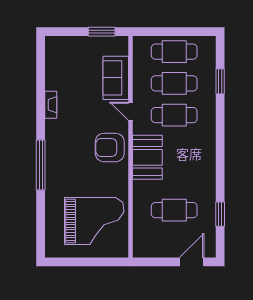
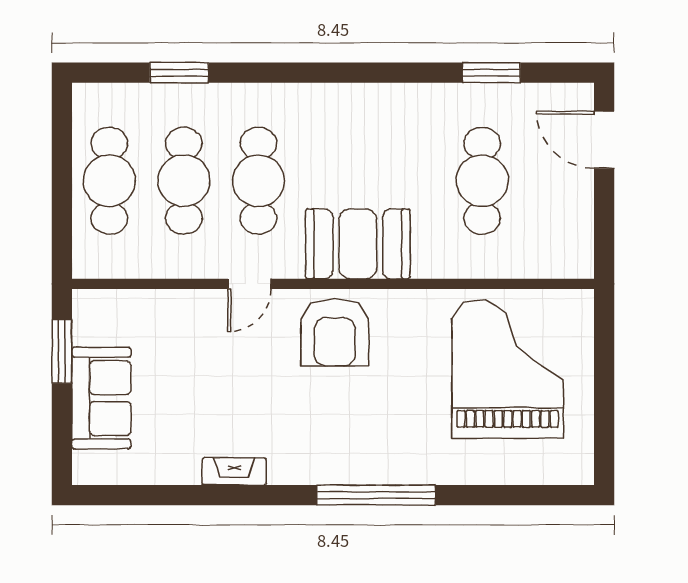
sofa: (116, 78) -> (101, 398), moved, turned -90

